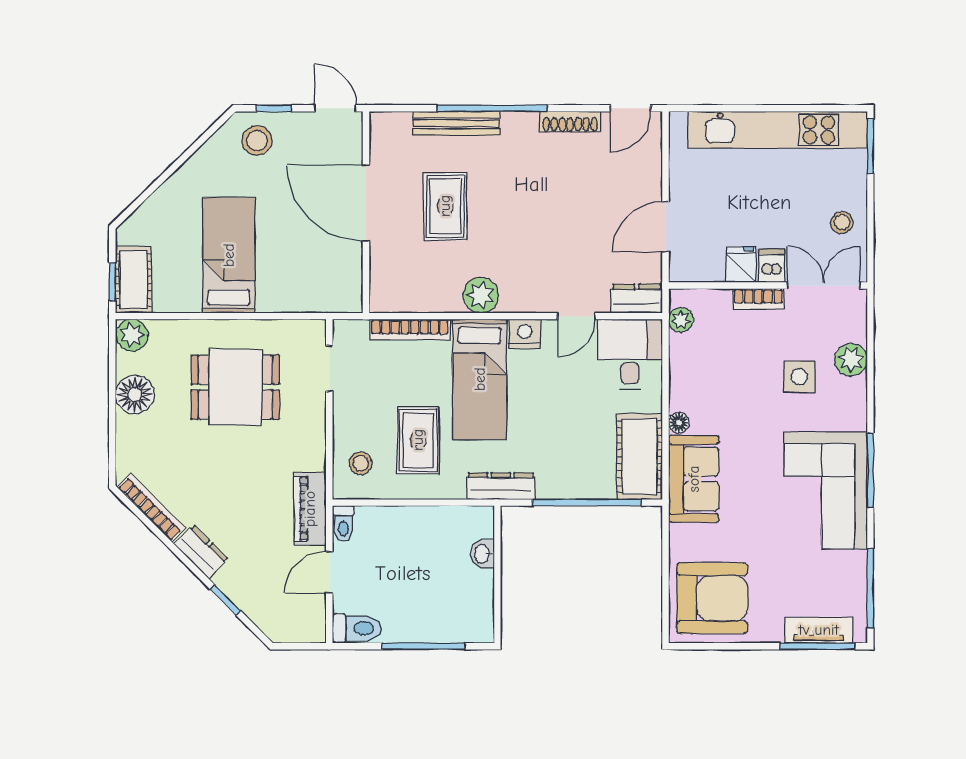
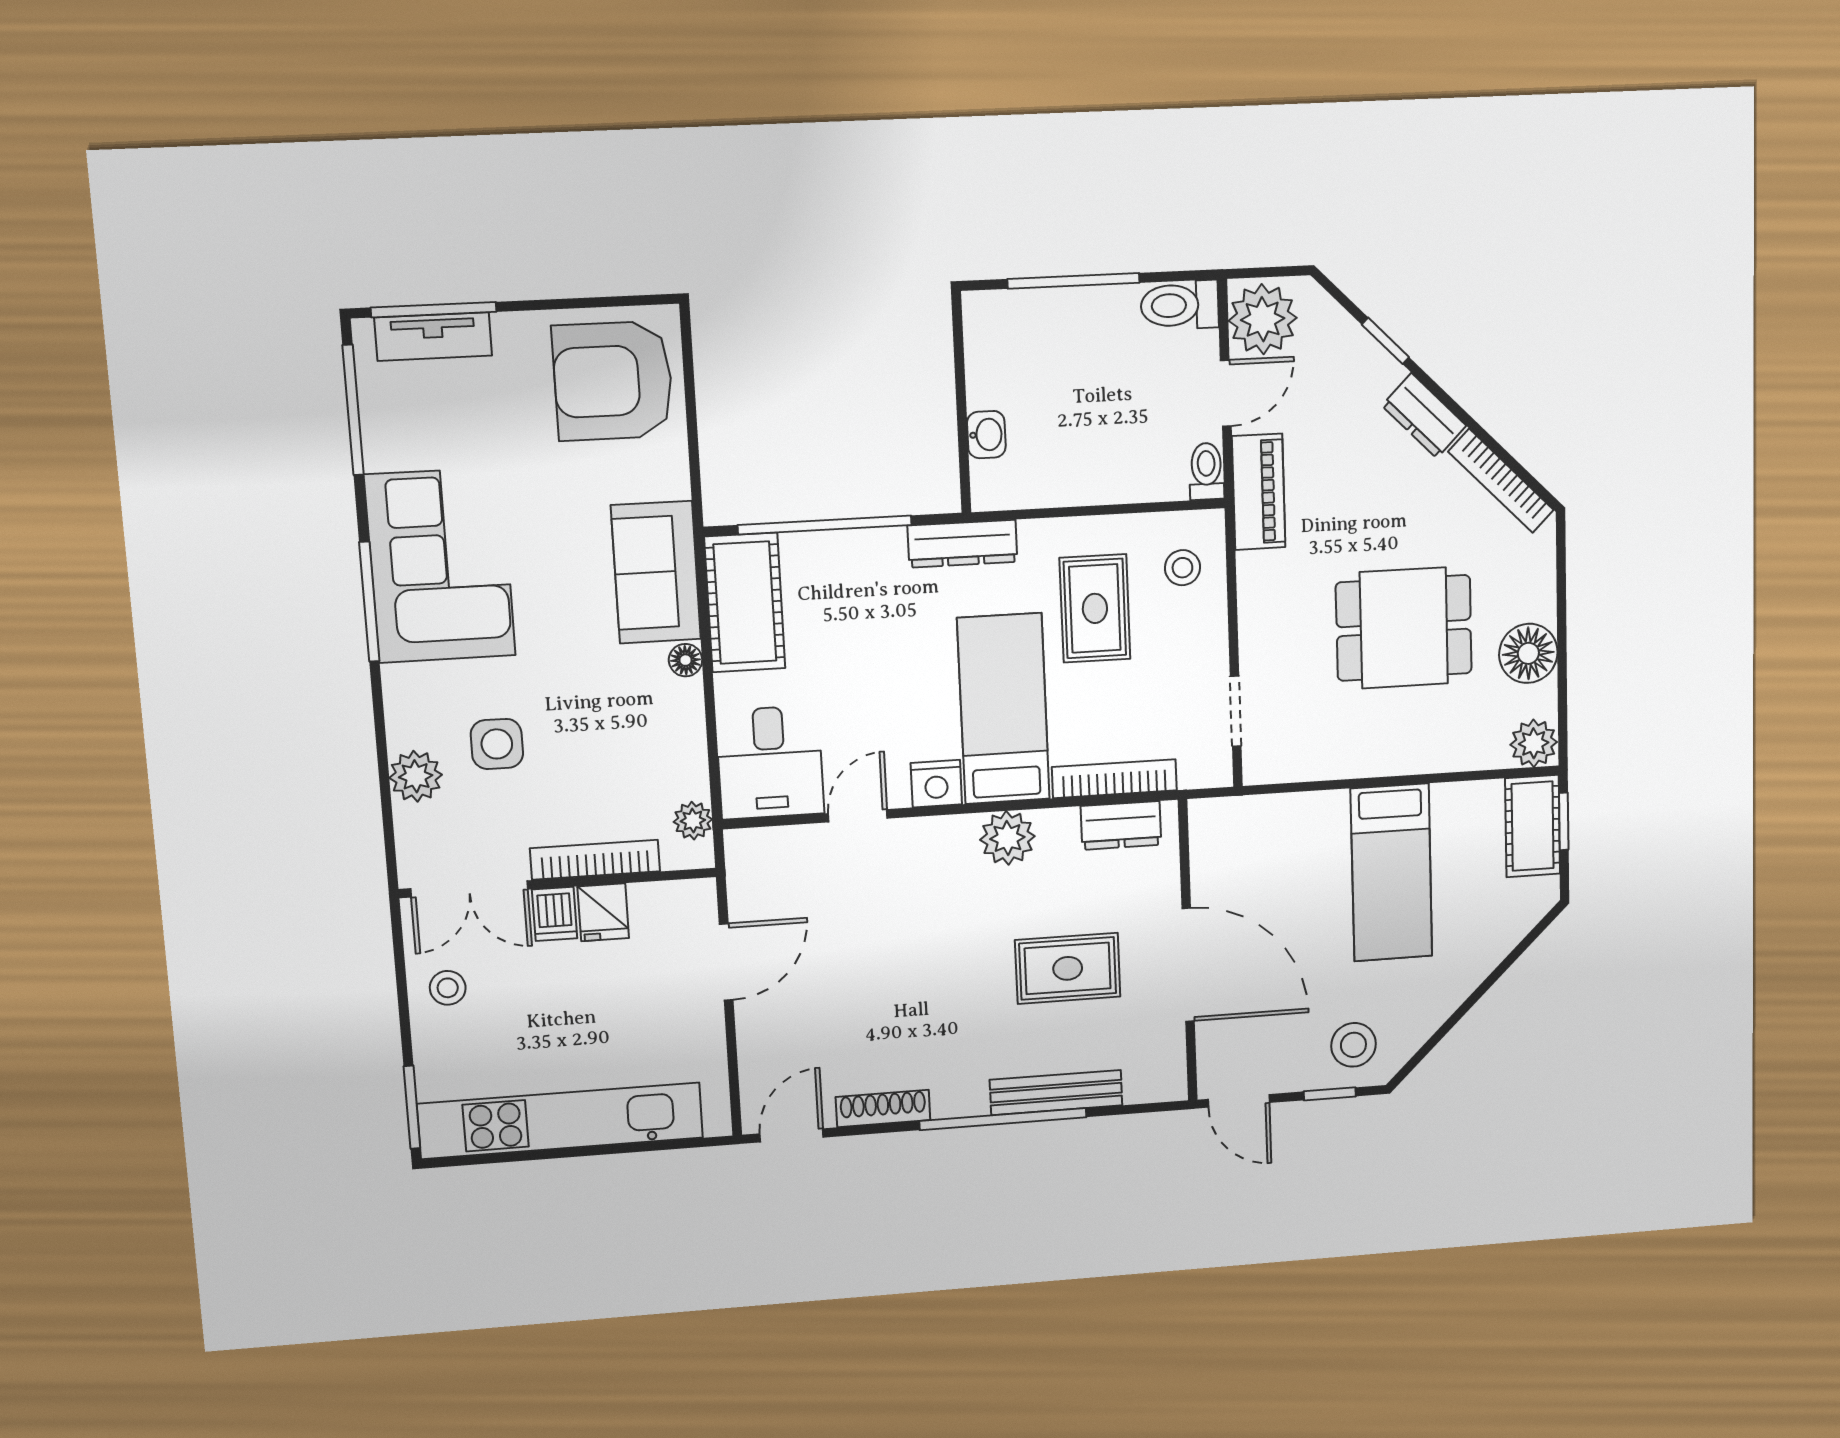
rug: (445, 206) -> (1068, 968), turned 90
dresser: (637, 299) -> (1121, 825), moved
bookcase: (758, 299) -> (595, 860), width x1.56
dining table: (235, 387) -> (1404, 628), moved
plant: (304, 617) -> (1263, 319), added

